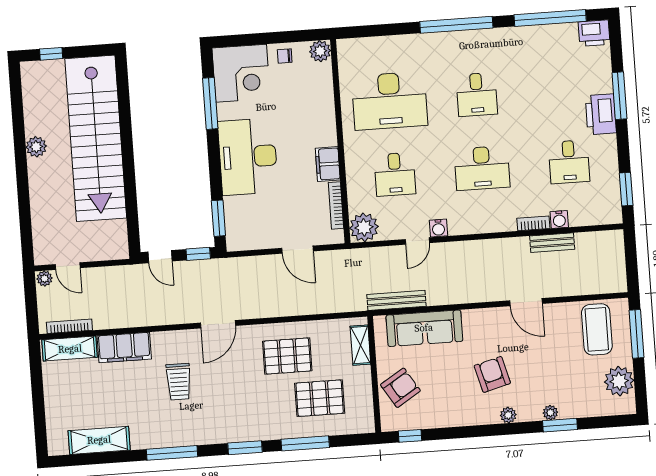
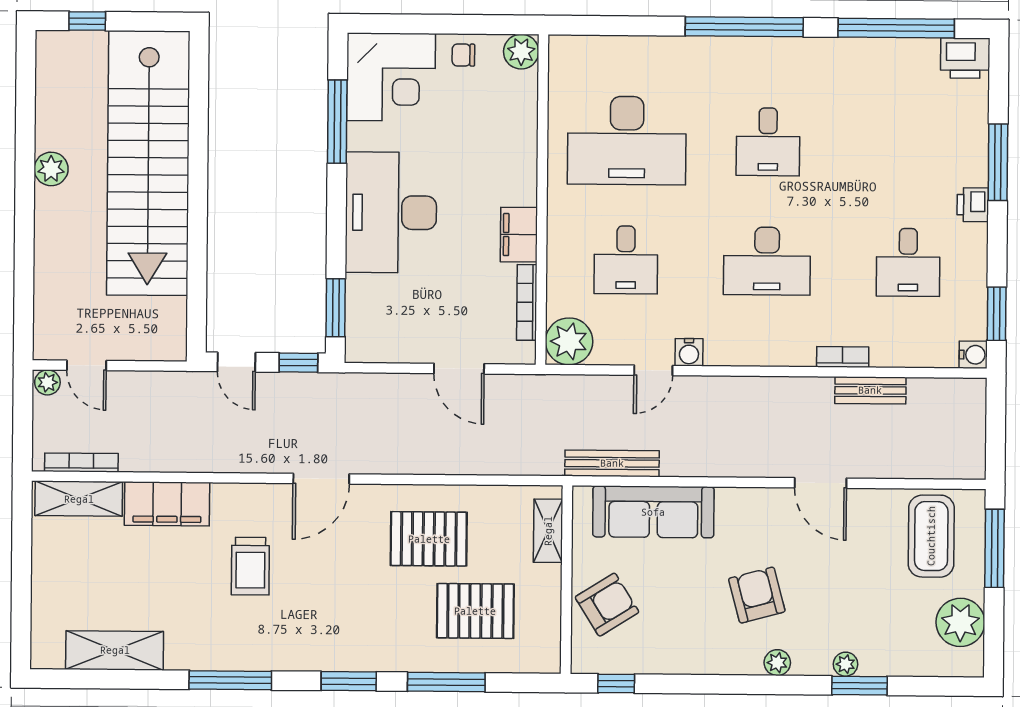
printer: (601, 114) -> (973, 205), width x0.53, depth x0.68
water cooler: (559, 219) -> (973, 355), moved, turned -90

